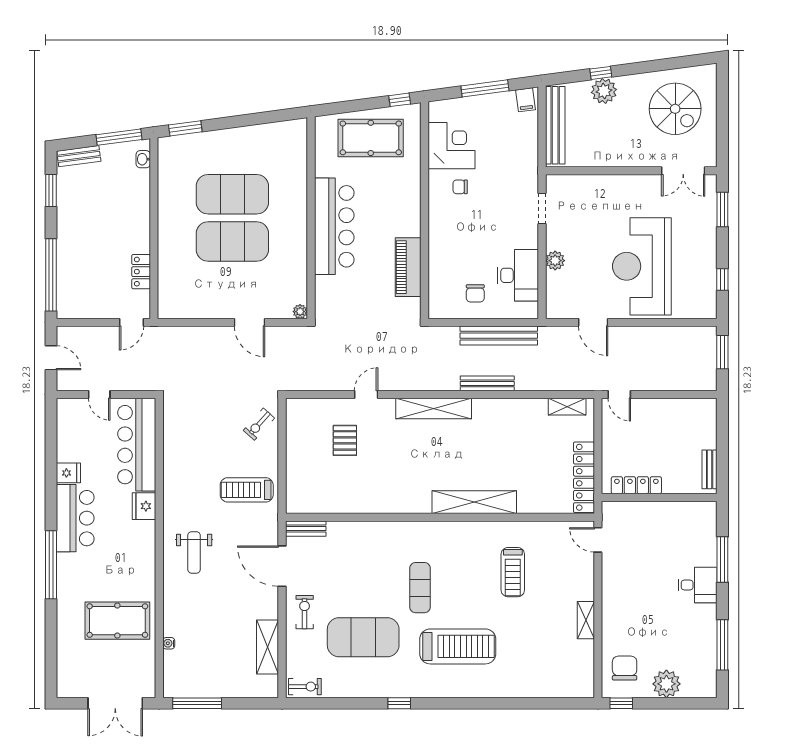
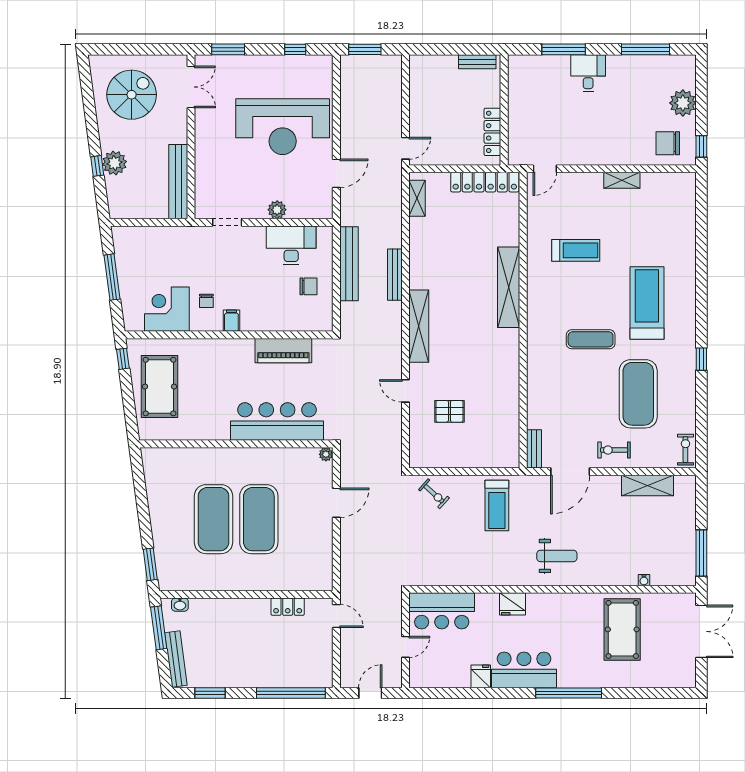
filing cabinet: (525, 100) -> (231, 321), moved, turned -82
bench: (555, 125) -> (178, 182), moved, turned 90
bench: (79, 156) -> (176, 659), width x1.36
bar counter: (334, 226) -> (277, 422), moved
bar counter: (137, 445) -> (442, 611), width x0.73

